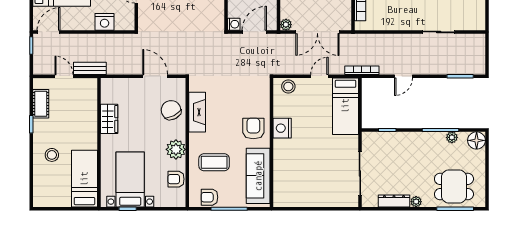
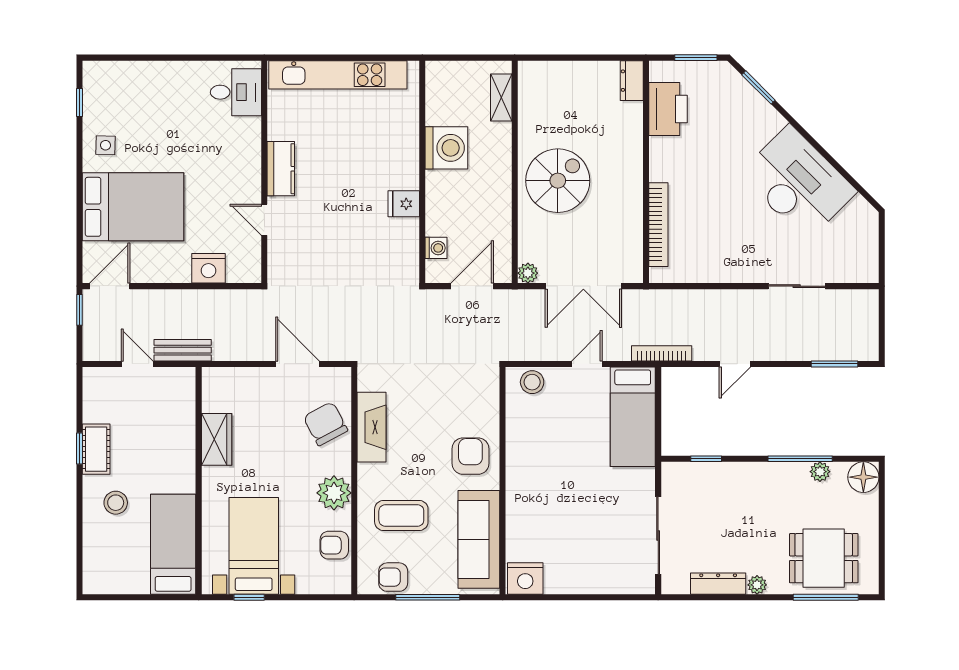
washing machine: (234, 24) -> (436, 248), moved
cot: (41, 104) -> (96, 449), moved
nightstand: (282, 128) -> (525, 579), moved, turned -90

